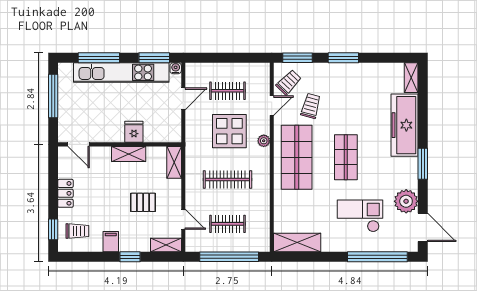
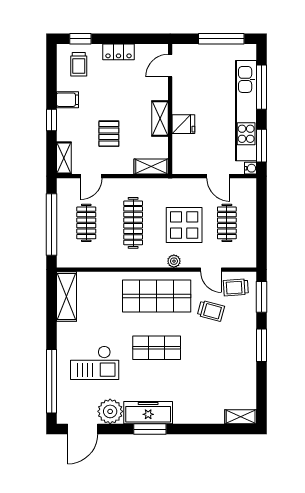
trolley: (289, 82) -> (236, 287), turned 132
freezer: (404, 125) -> (148, 413), moved, width x0.73, depth x0.79
checkout: (360, 216) -> (95, 363), turned 90

